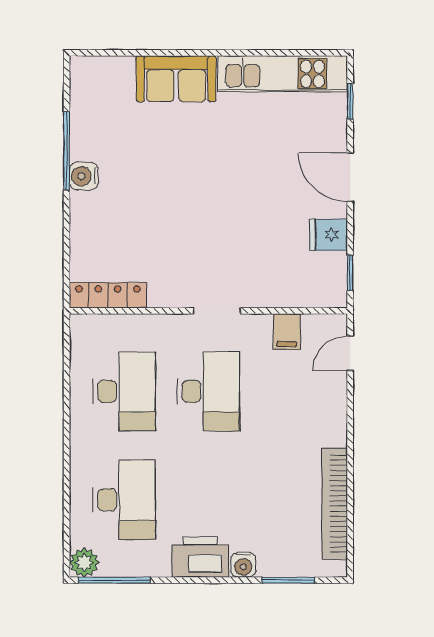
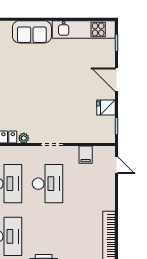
plant: (159, 297) -> (24, 138), added
door: (350, 353) -> (116, 165), swing flipped

